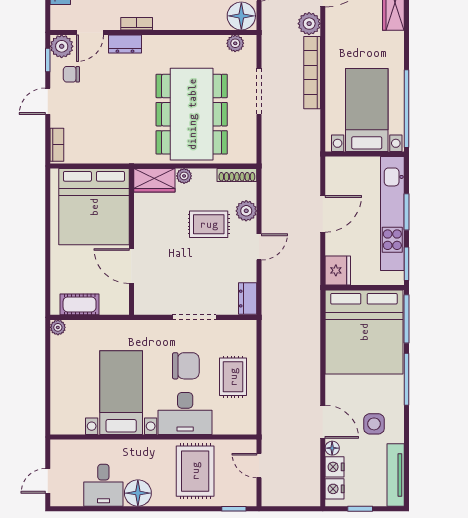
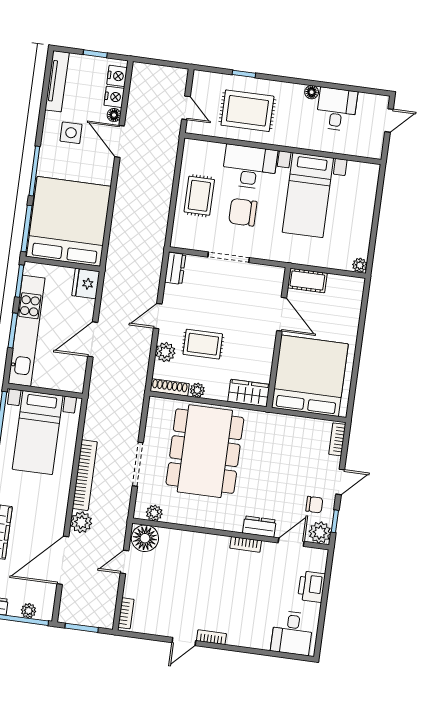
plant: (184, 176) -> (197, 390), moved
cot: (80, 304) -> (307, 280), moved
rug: (195, 471) -> (247, 111), turned 90
floor lamp: (138, 493) -> (312, 92), width x0.53, depth x0.53
window: (234, 509) -> (244, 74), moved

